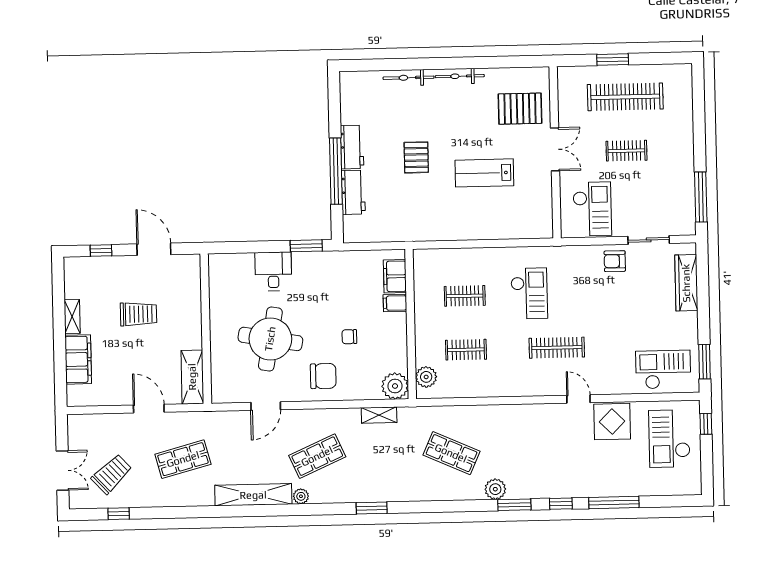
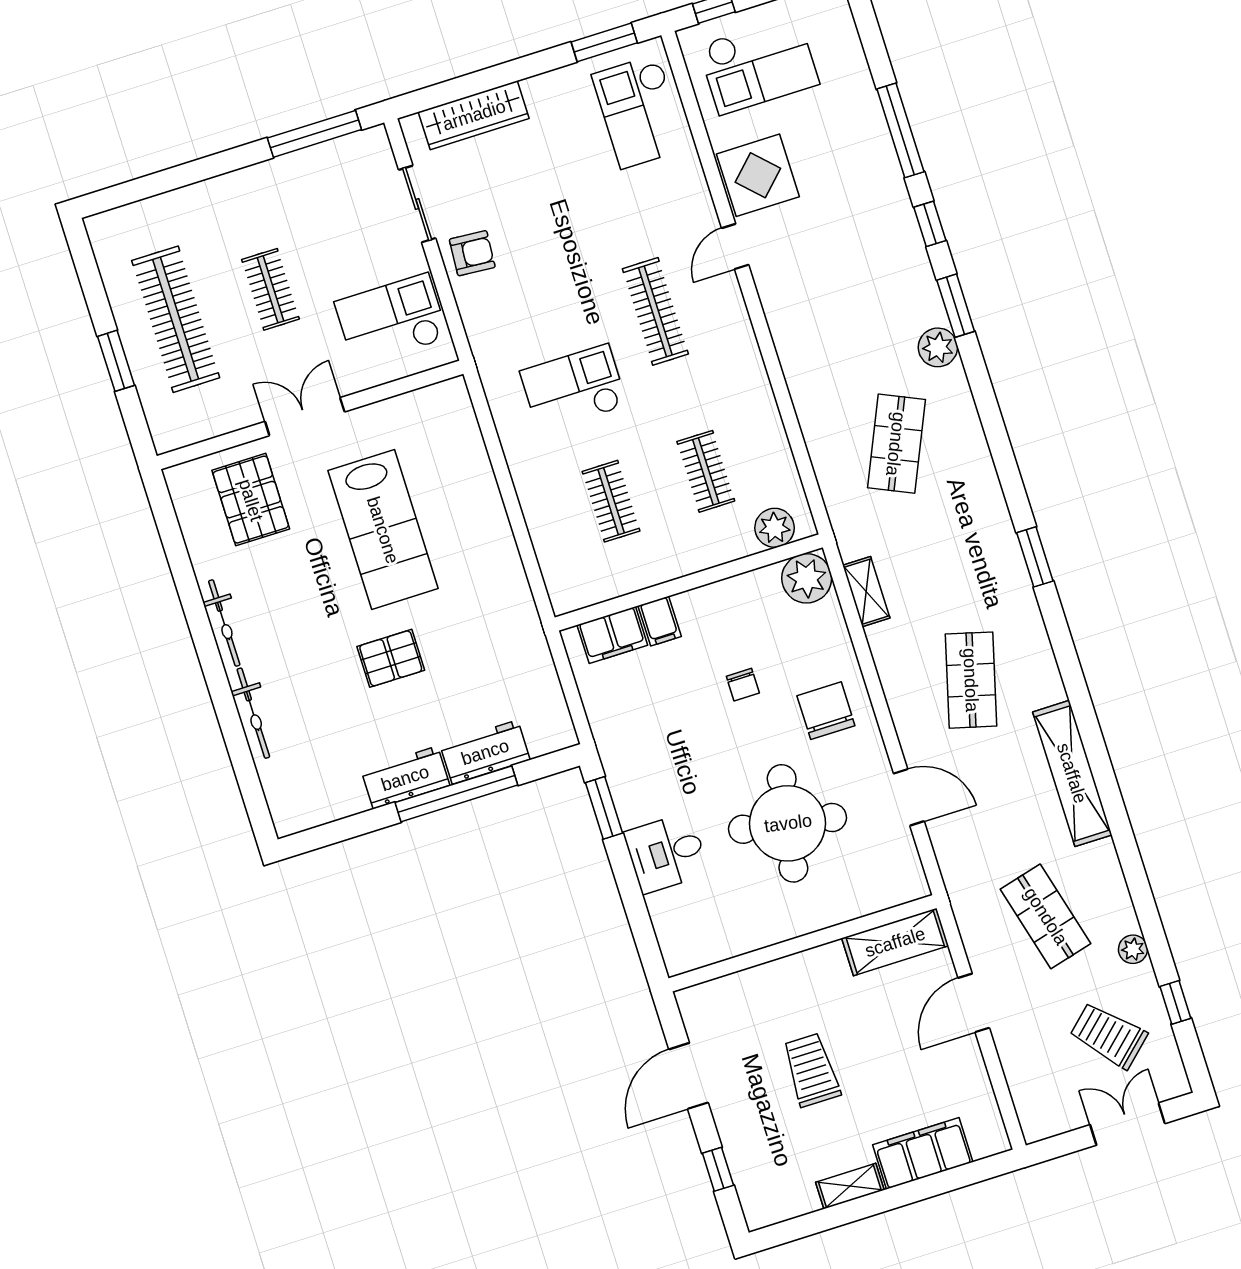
lab bench: (484, 173) -> (383, 530), width x1.36, depth x1.39
armchair: (615, 261) -> (472, 253), turned -86
shop shelf: (317, 456) -> (971, 680), turned 39
plant: (301, 496) -> (1133, 949), moved

